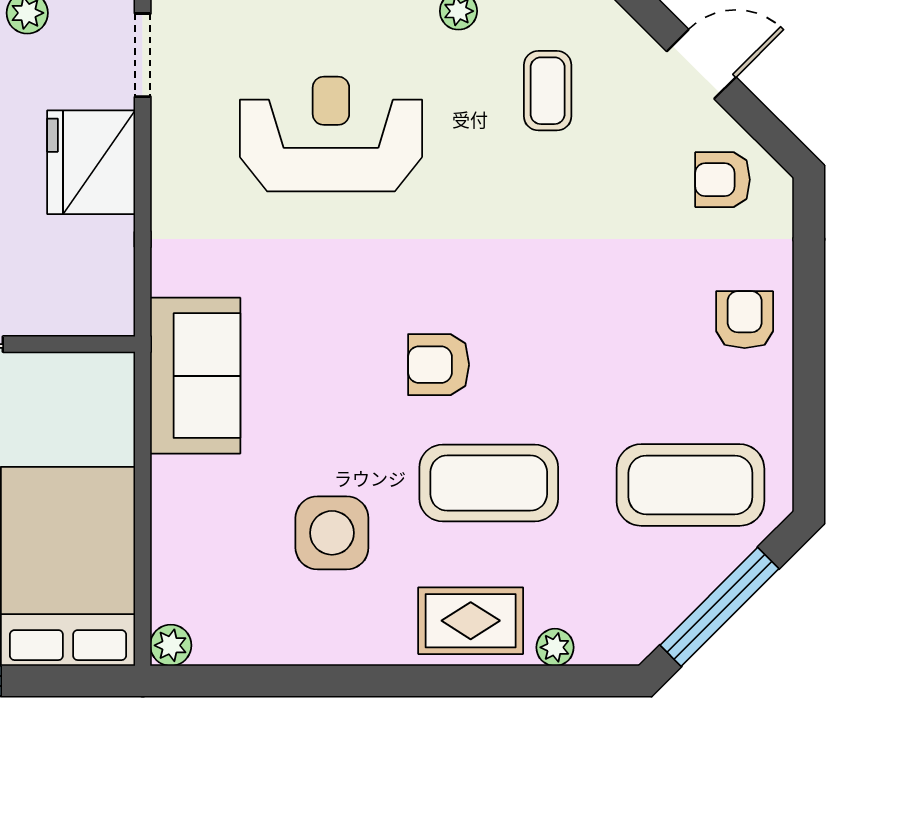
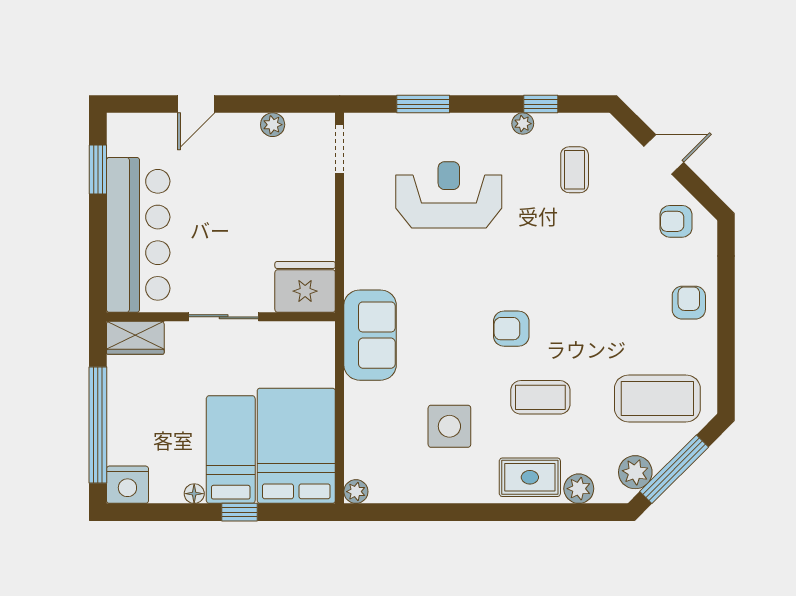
fridge: (91, 162) -> (305, 287), moved, turned 90
coffee table: (489, 483) -> (540, 397), width x0.73, depth x0.76
plant: (652, 612) -> (635, 472), added
plant: (555, 647) -> (579, 489), width x1.38, depth x1.38

